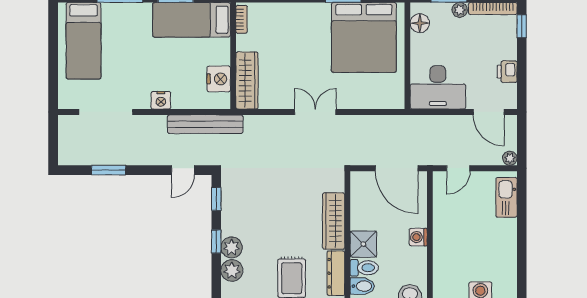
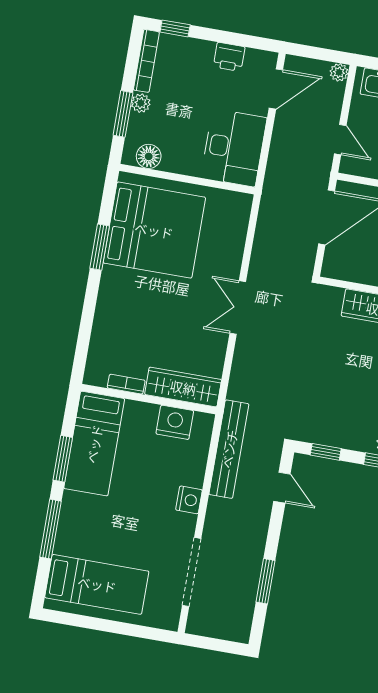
bookcase: (242, 19) -> (126, 384), moved

